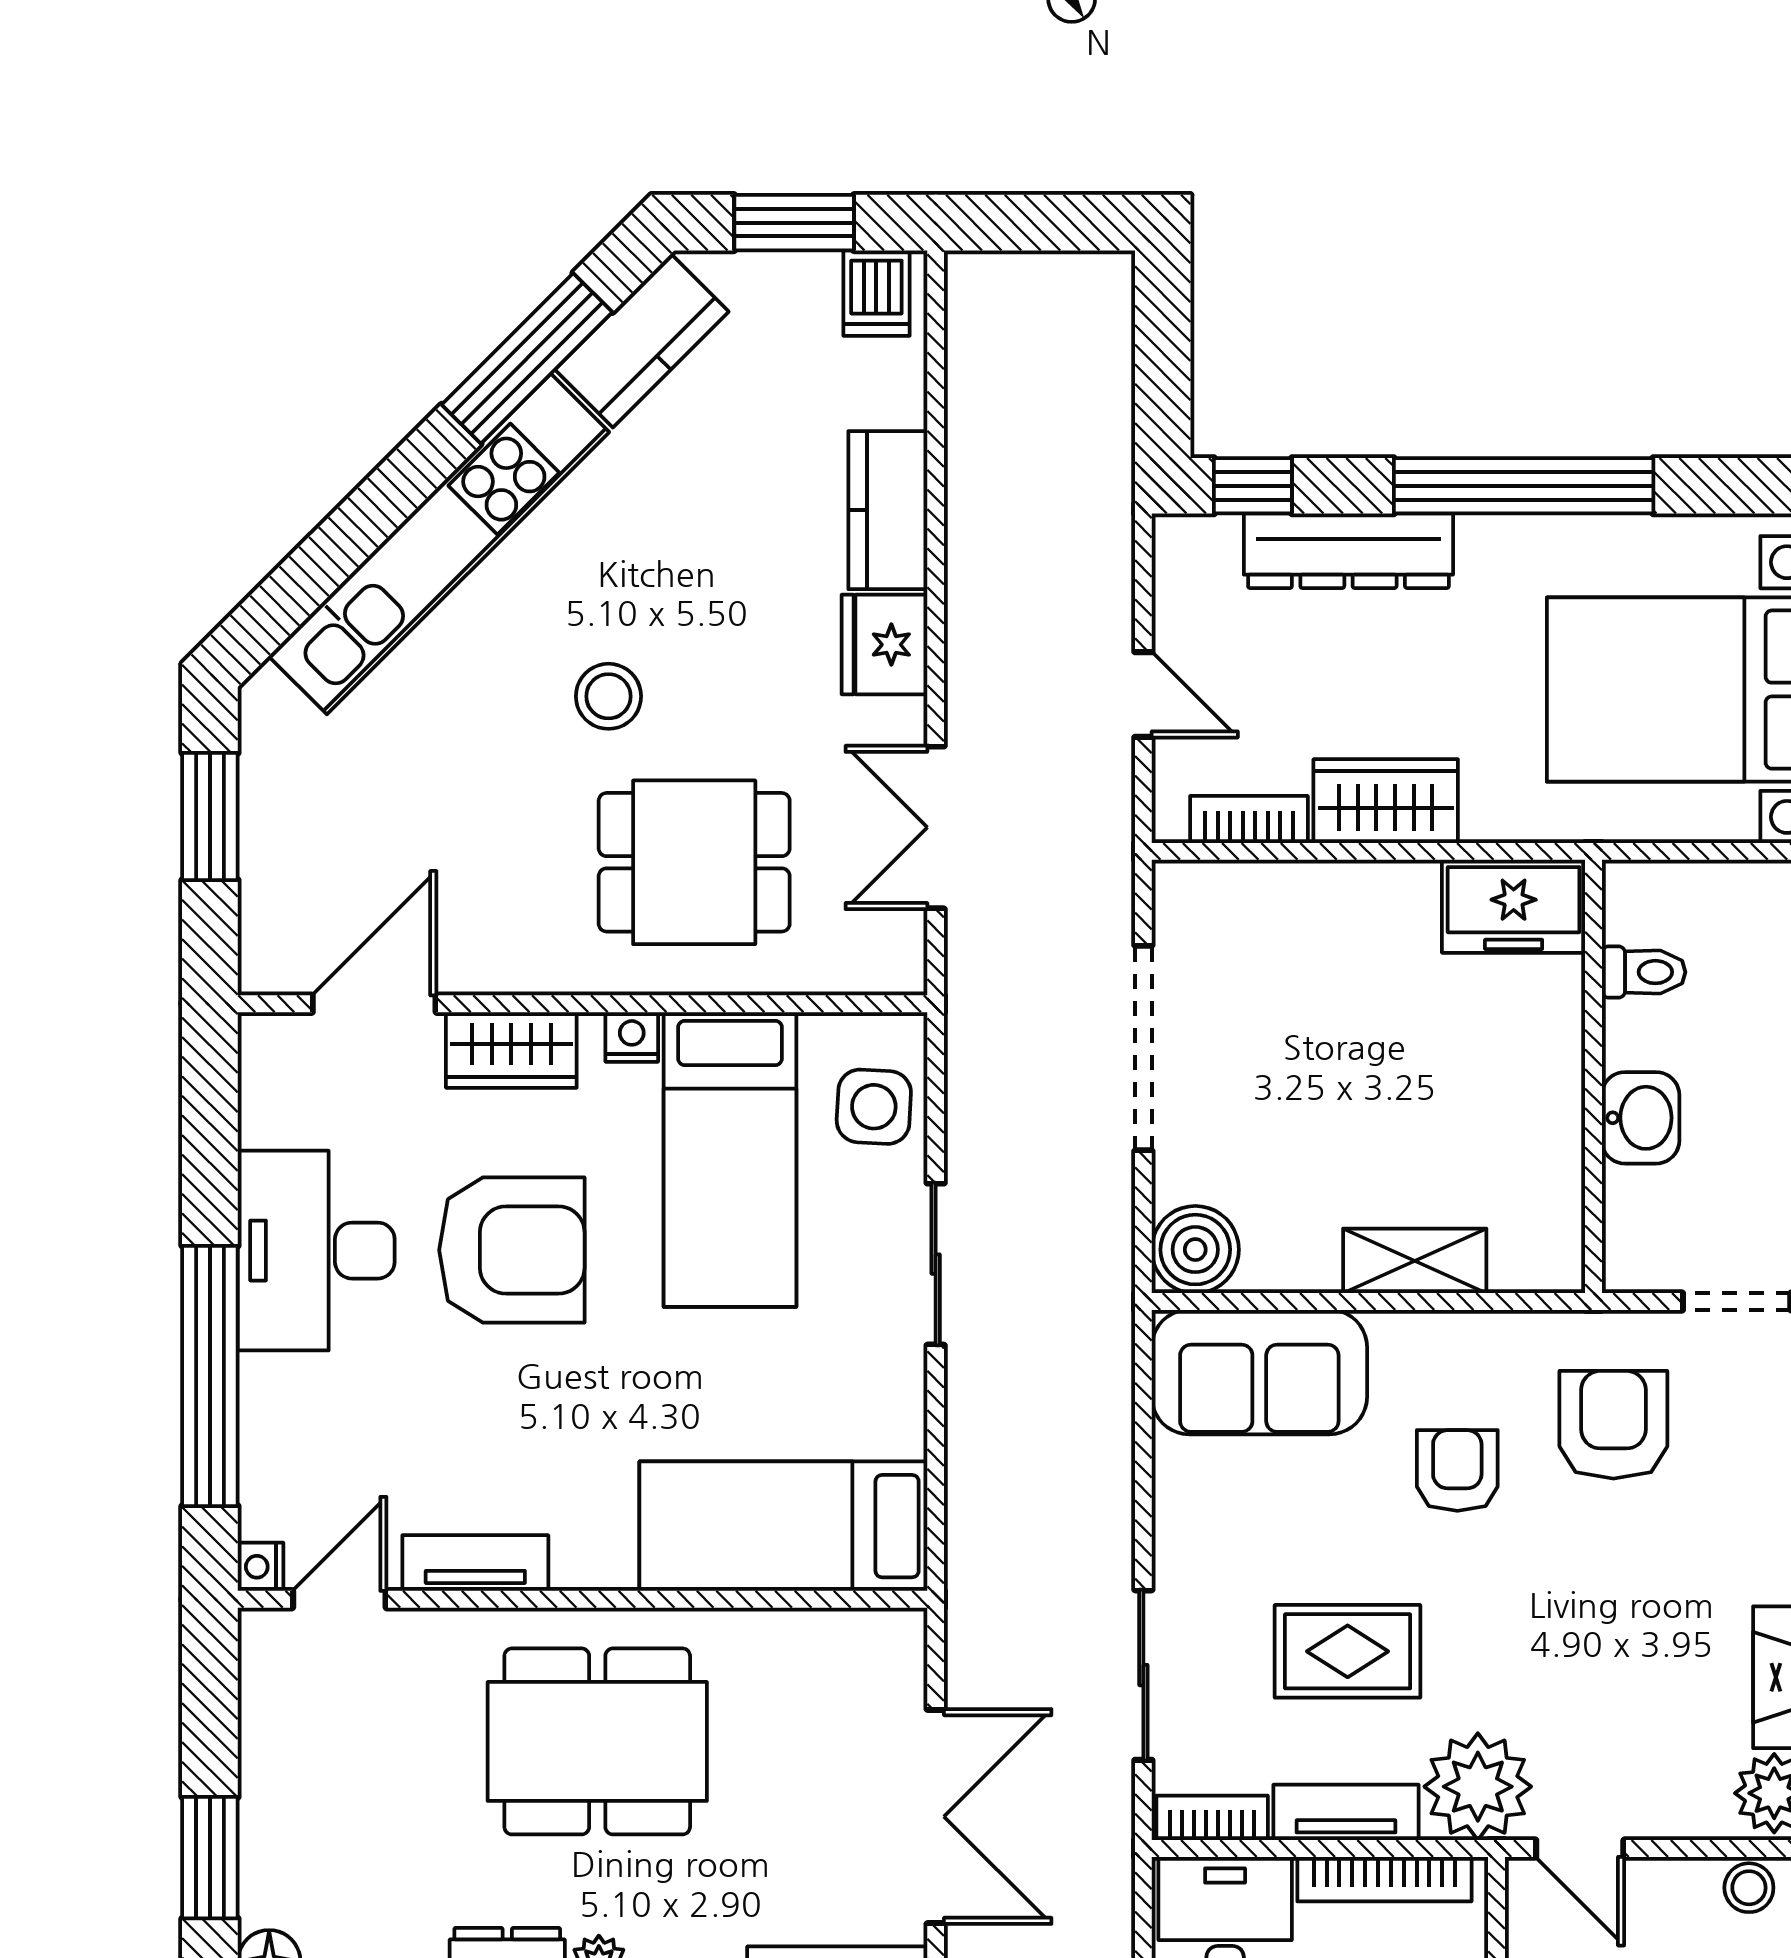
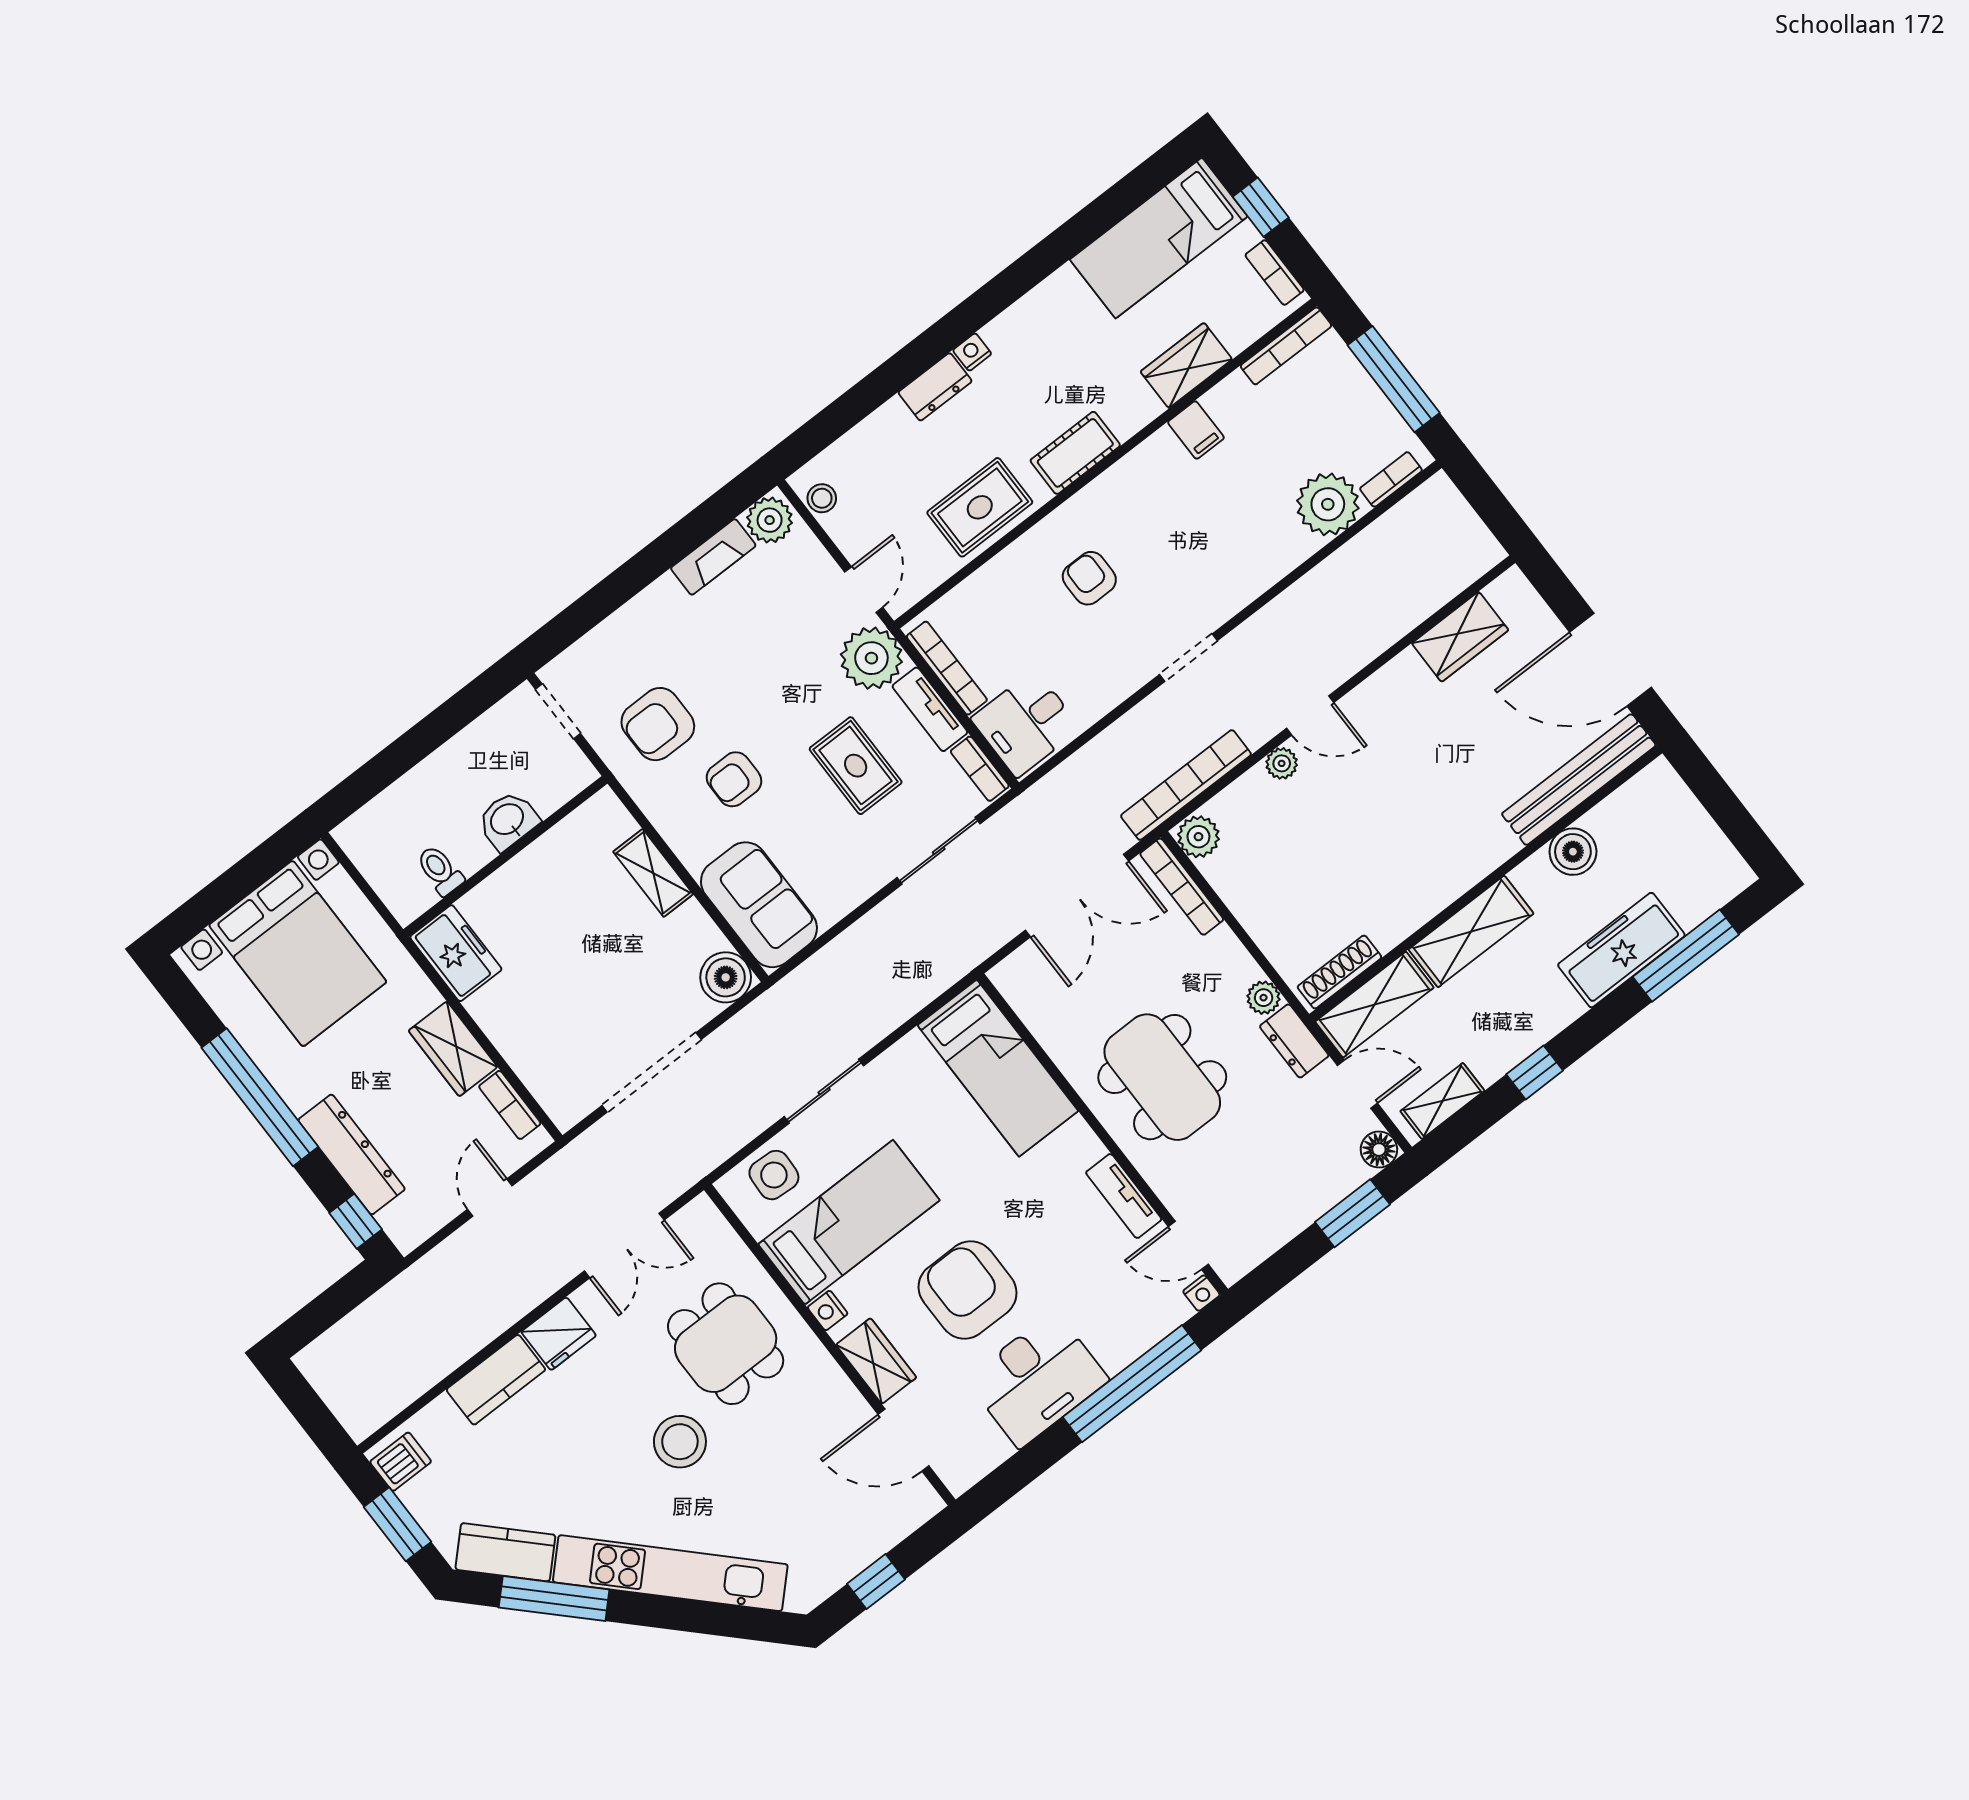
stool: (608, 696) -> (680, 1442), width x1.38, depth x1.38
window: (210, 817) -> (876, 1582), width x0.67
double door: (936, 1817) -> (1077, 896), swing flipped

